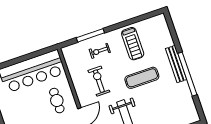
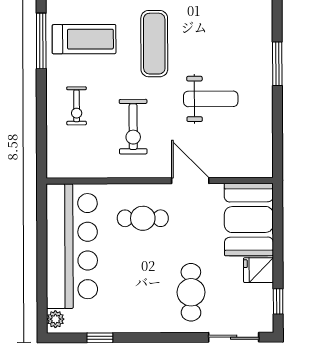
window: (90, 35) -> (41, 41), moved
exercise bike: (99, 81) -> (133, 127), turned -90

